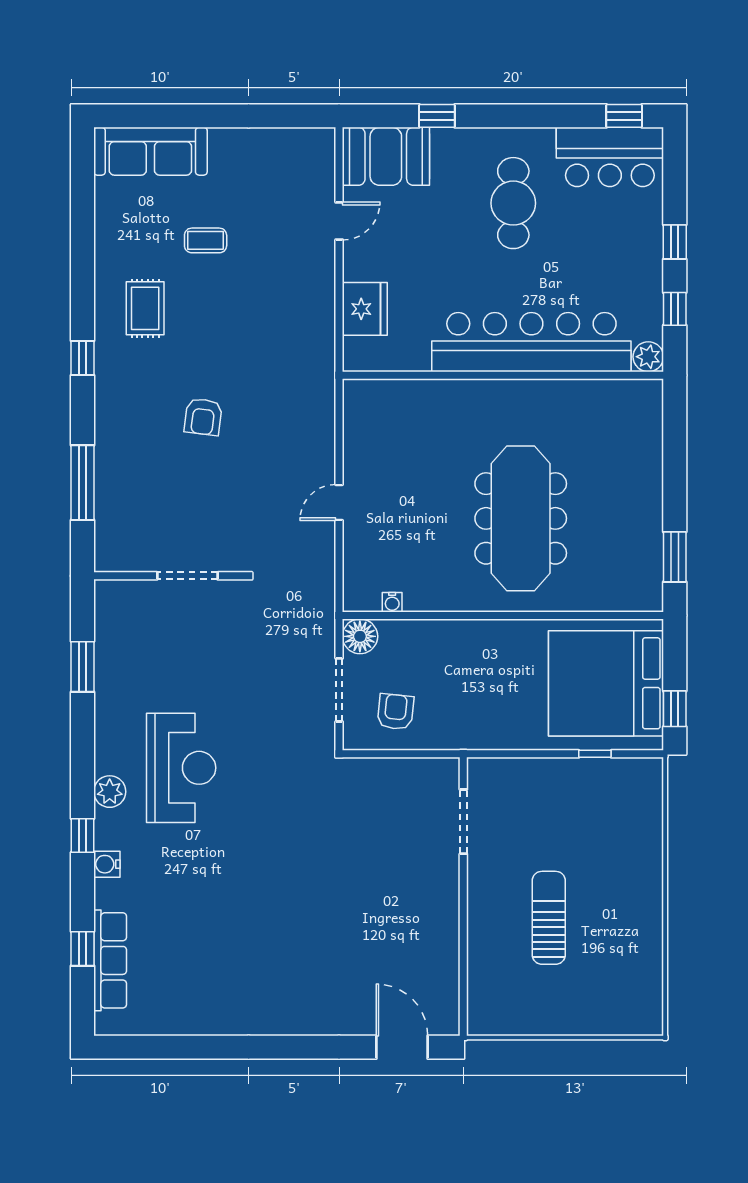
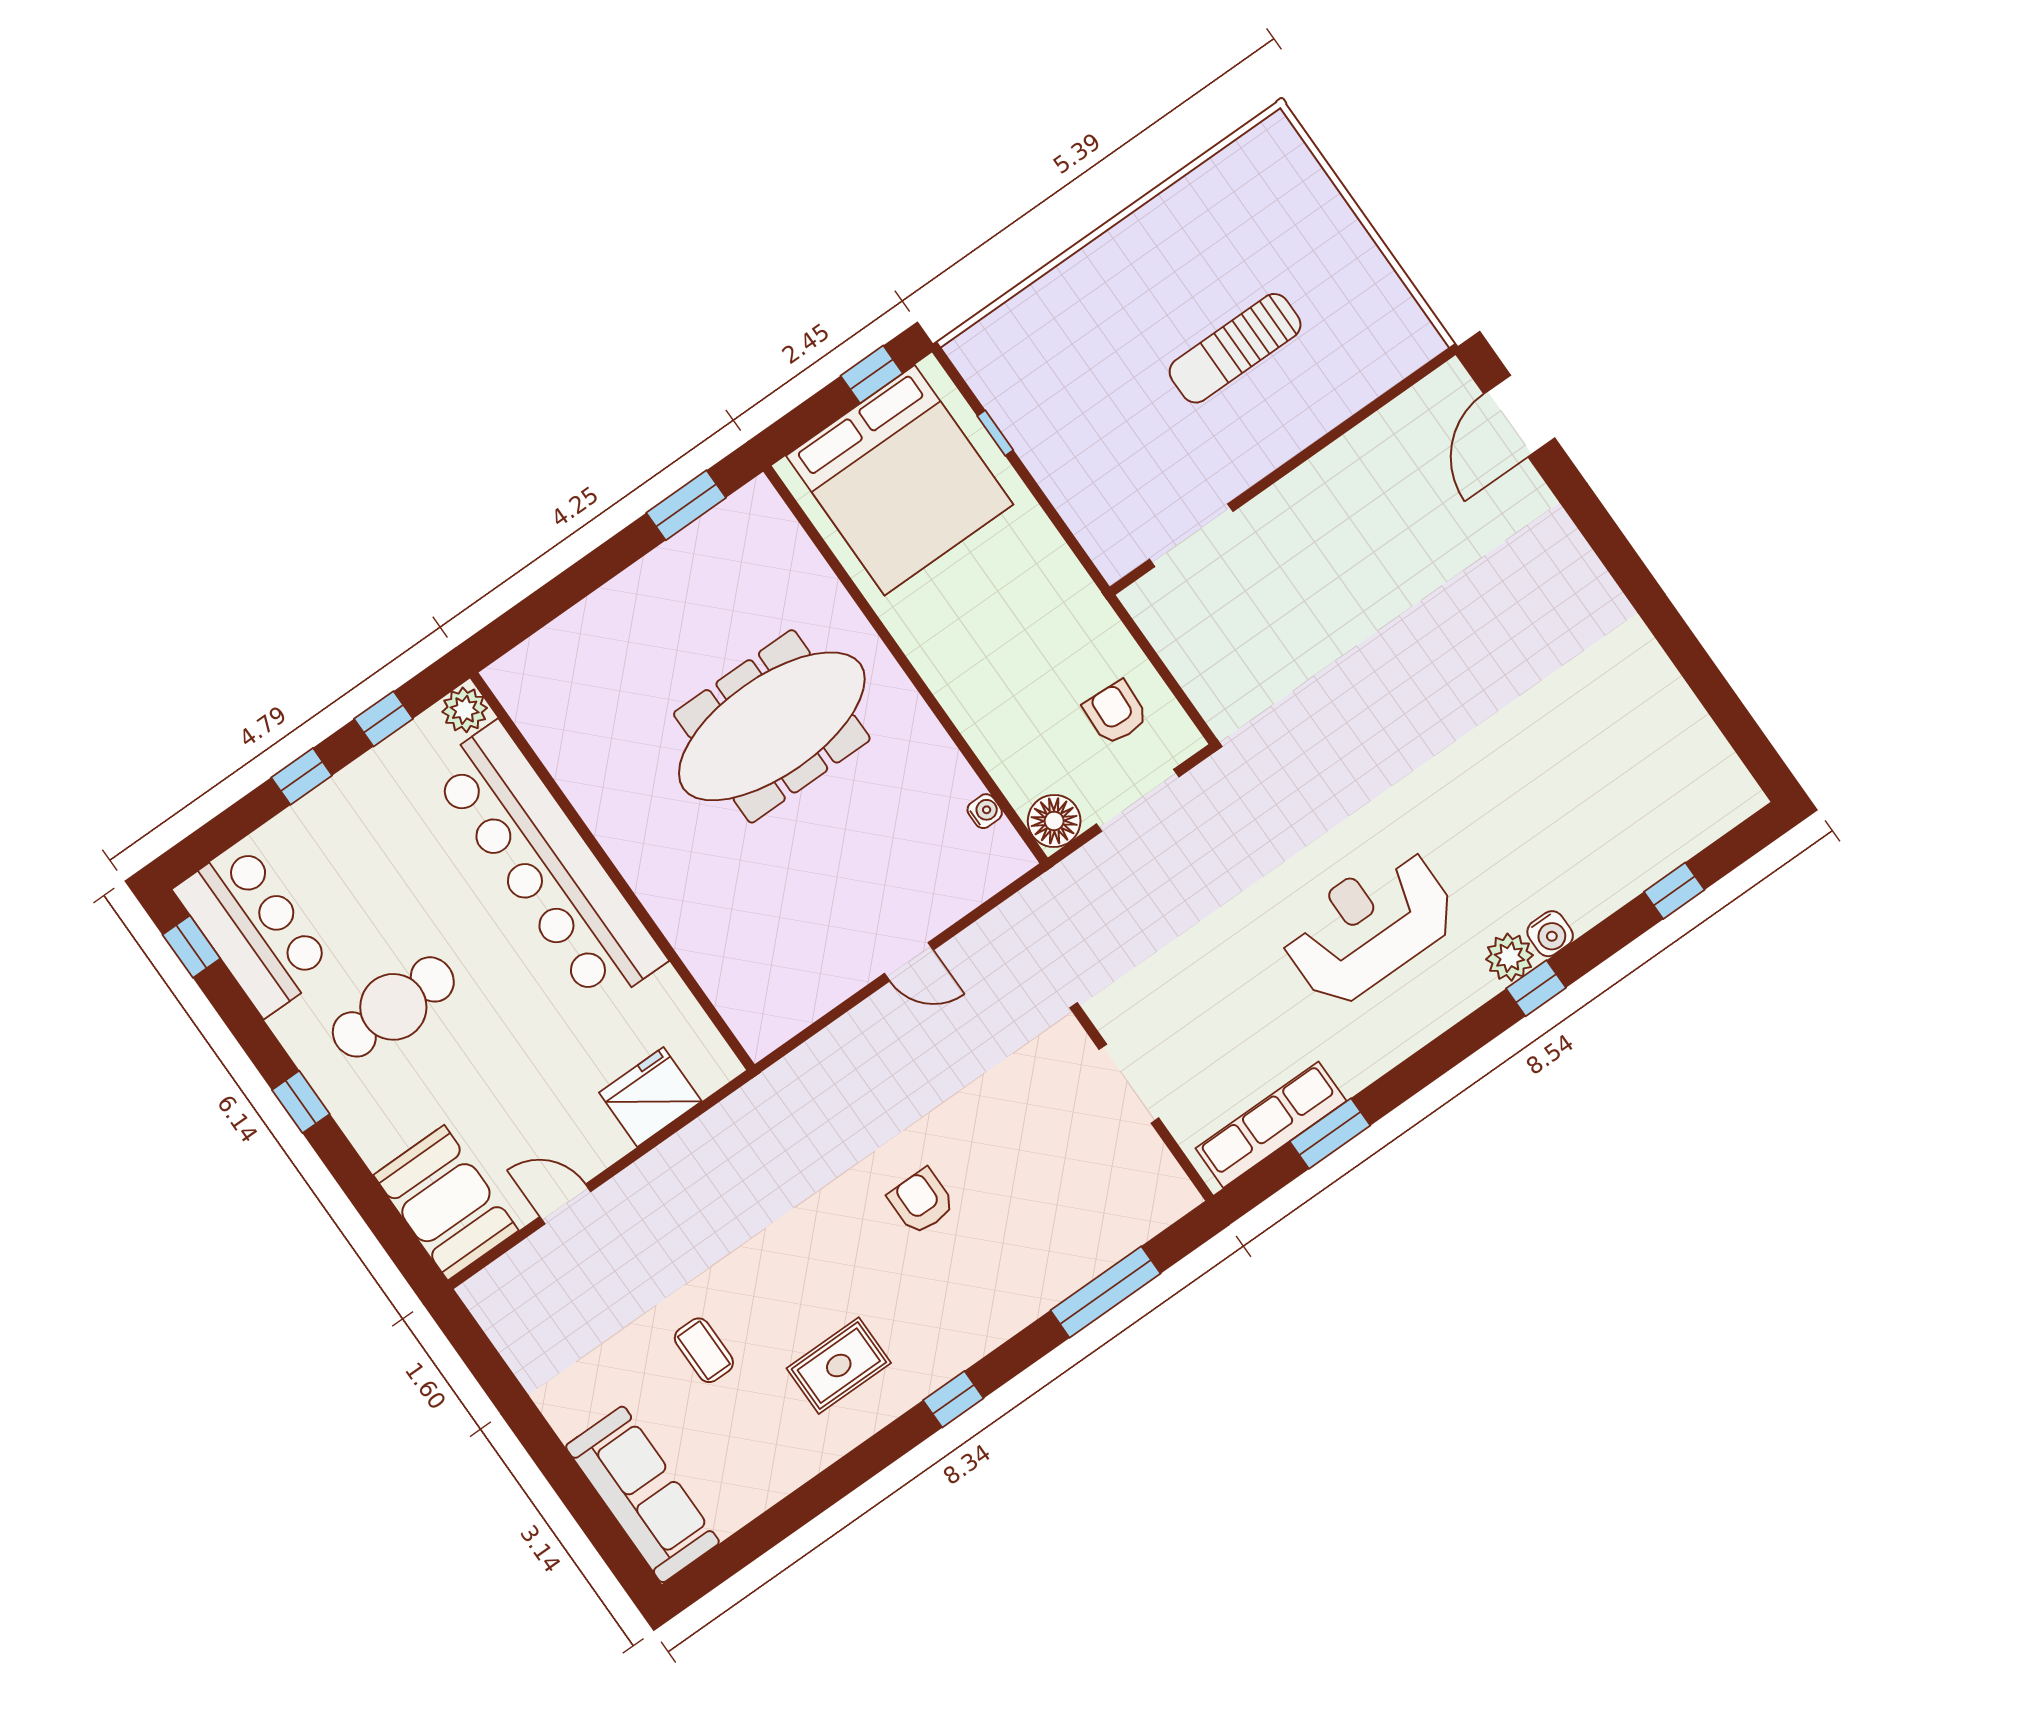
window: (437, 116) -> (301, 1102), moved
armchair: (203, 417) -> (921, 1201), turned -97
armchair: (396, 712) -> (1116, 713), turned 87
plant: (110, 792) -> (1509, 957), moved
row of seats: (110, 960) -> (1271, 1125), moved

